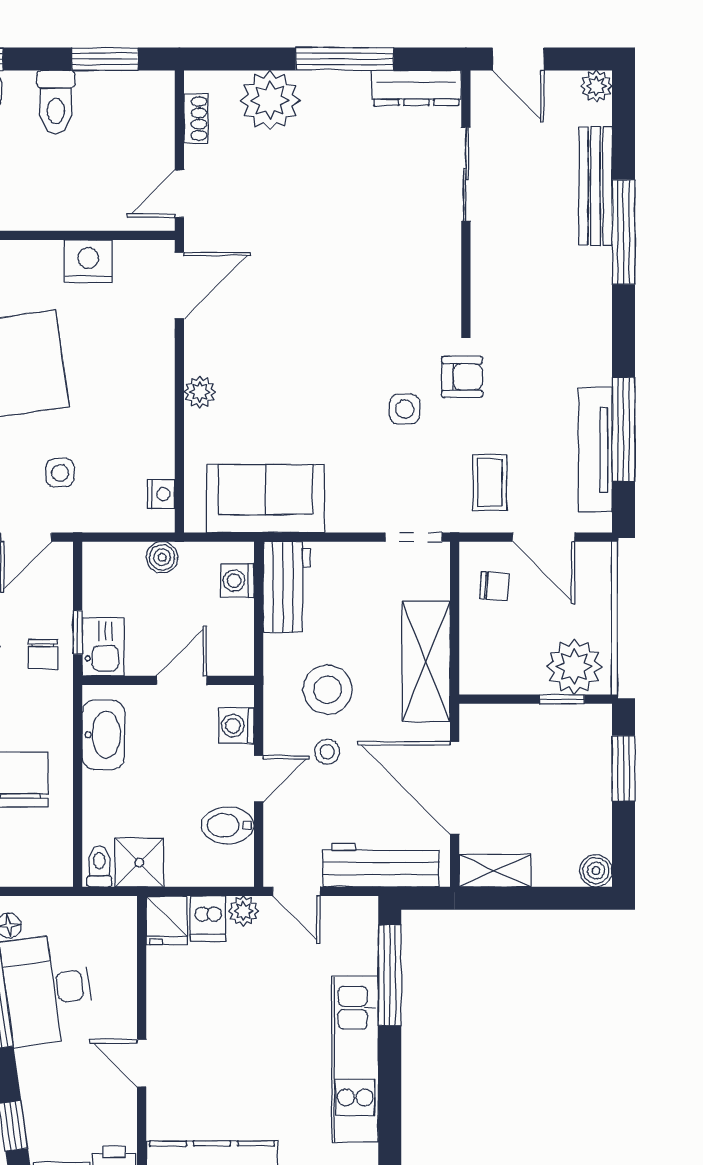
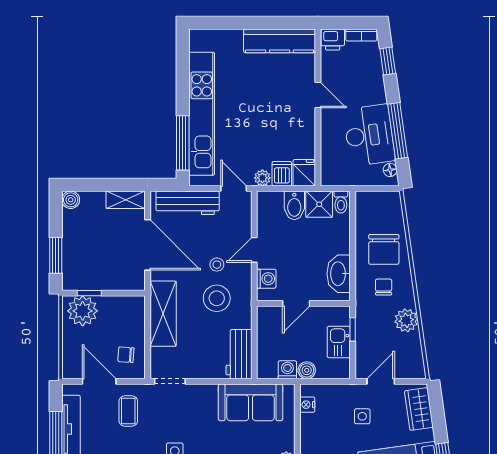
washing machine: (237, 581) -> (287, 370), moved, turned -90
kitchen sink: (103, 647) -> (339, 342), moved
chair: (43, 654) -> (384, 287), moved
bidet: (228, 825) -> (294, 205), moved, turned 90
kitchen unit: (355, 1059) -> (202, 114), width x1.36

